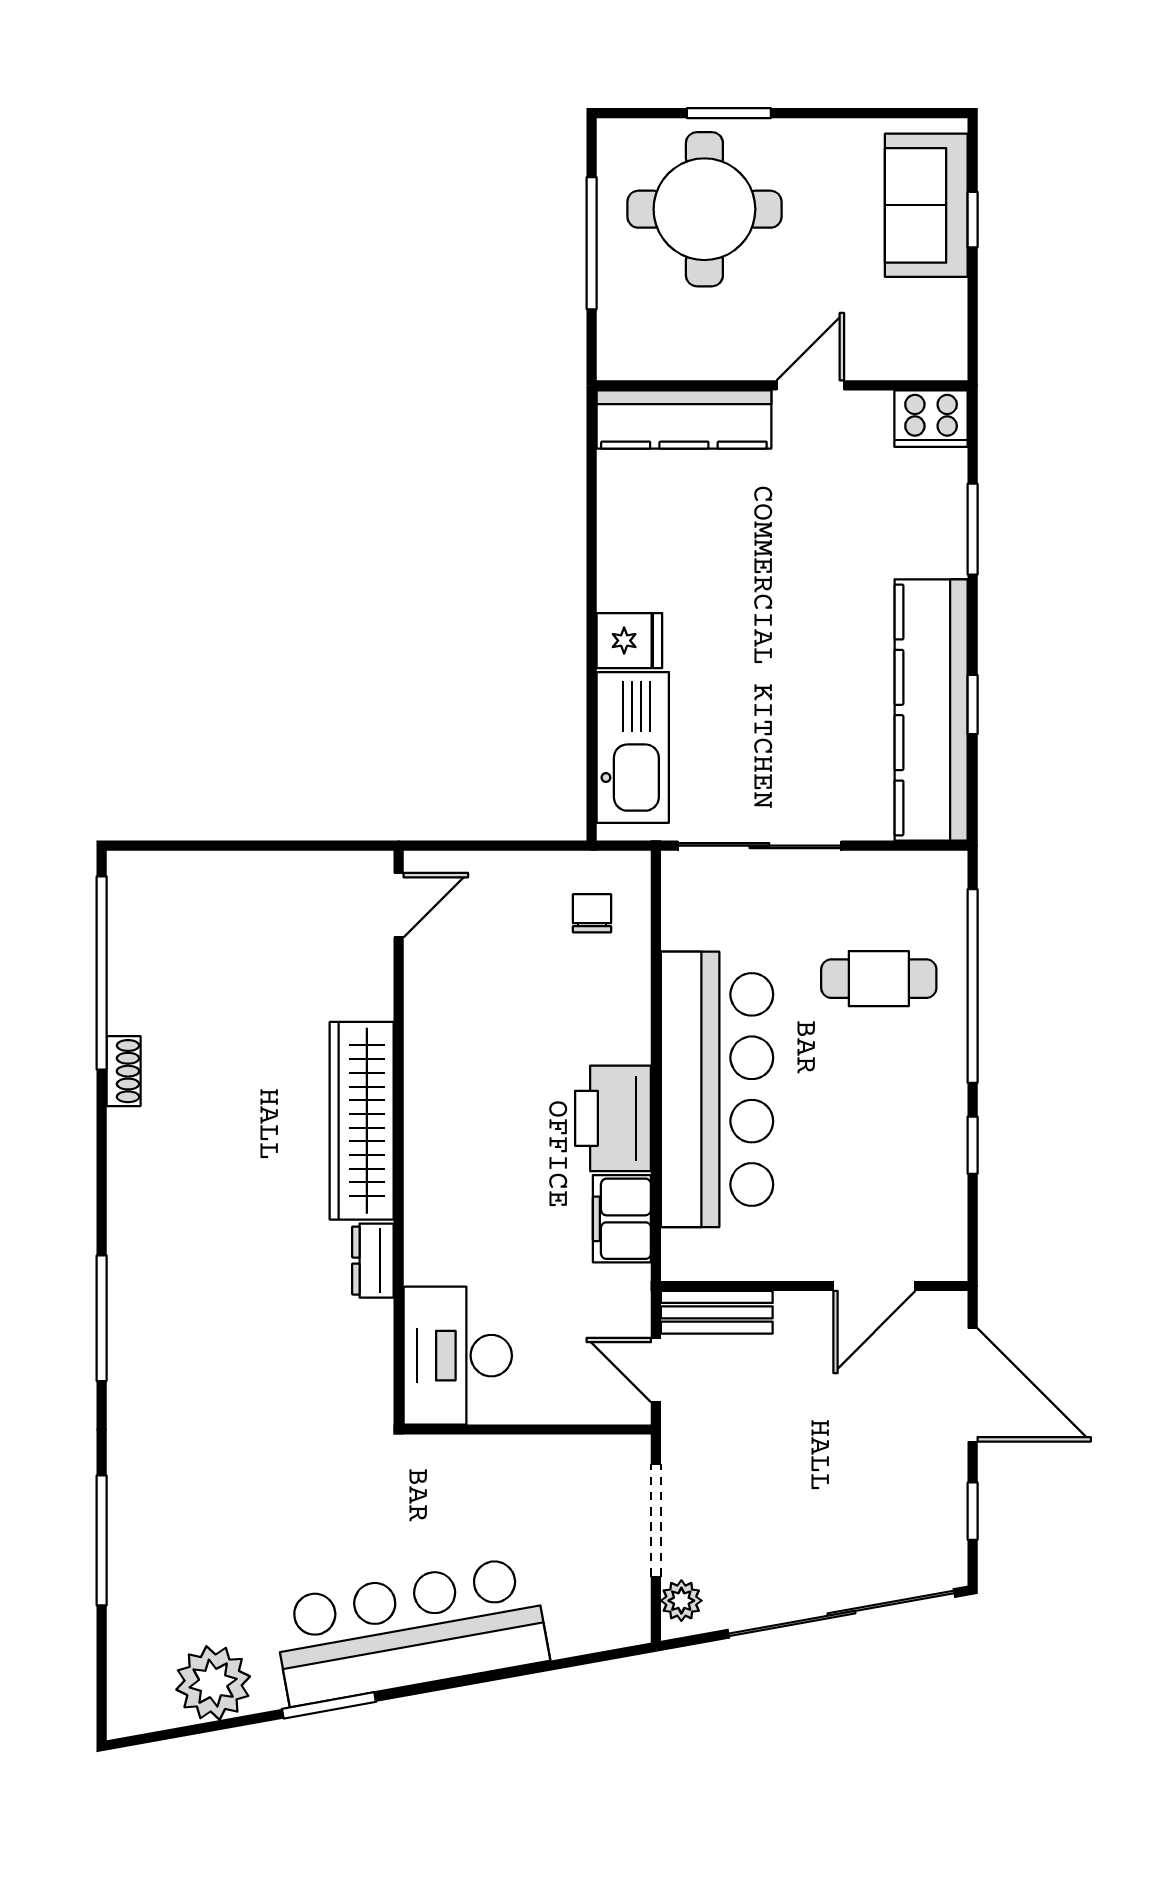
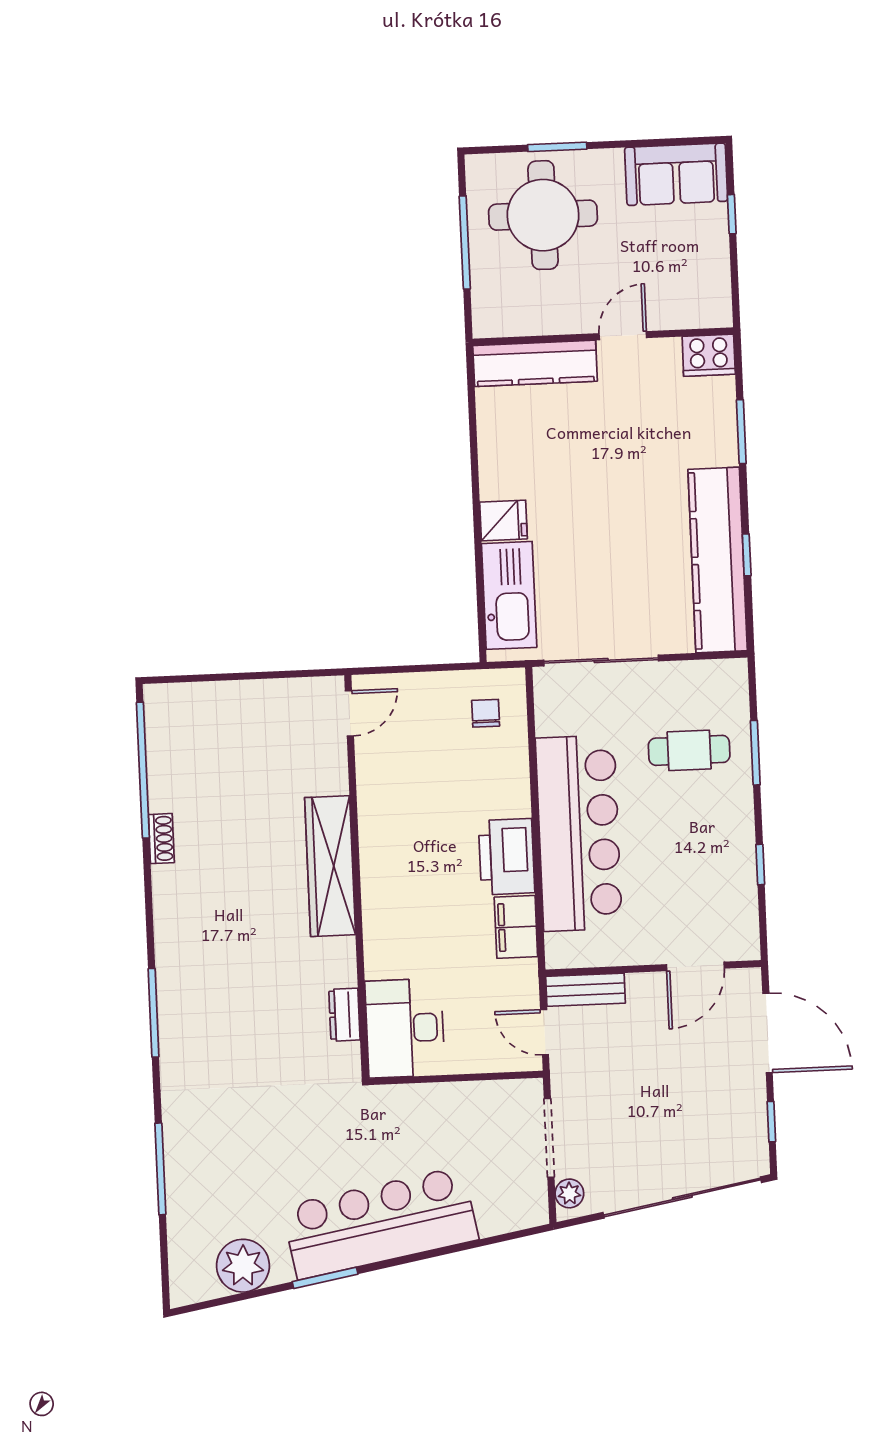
sofa: (926, 205) -> (676, 174), moved, turned -90
window: (973, 986) -> (755, 753), width x0.47
dresser: (373, 1261) -> (344, 1015), moved

